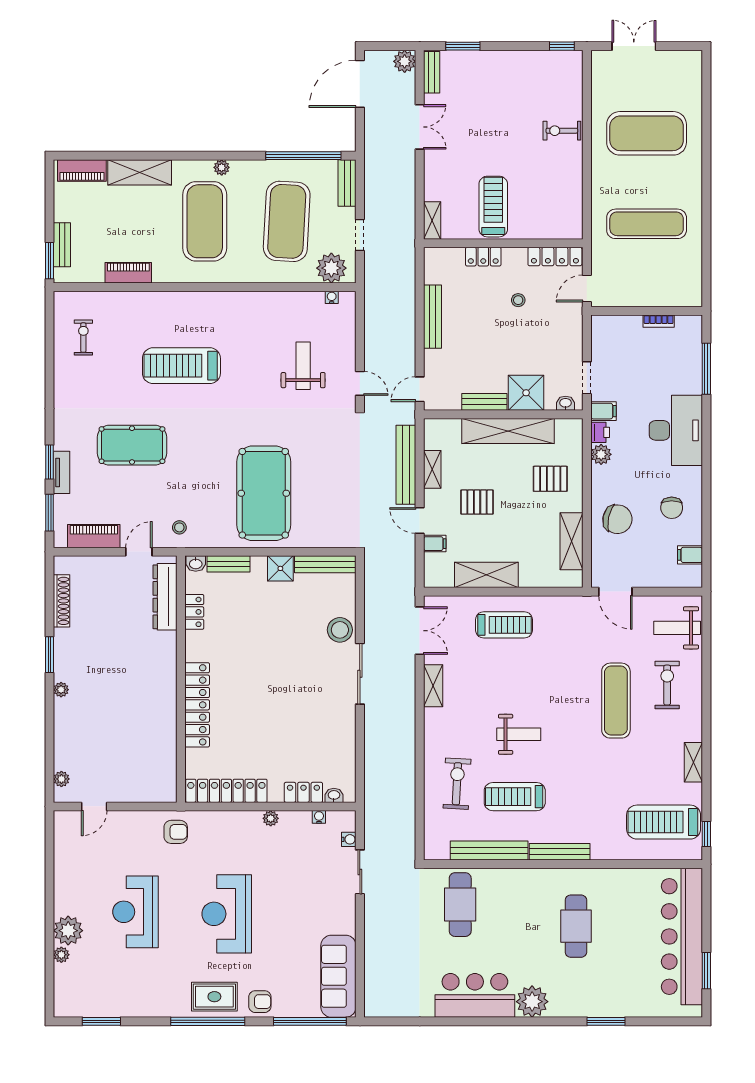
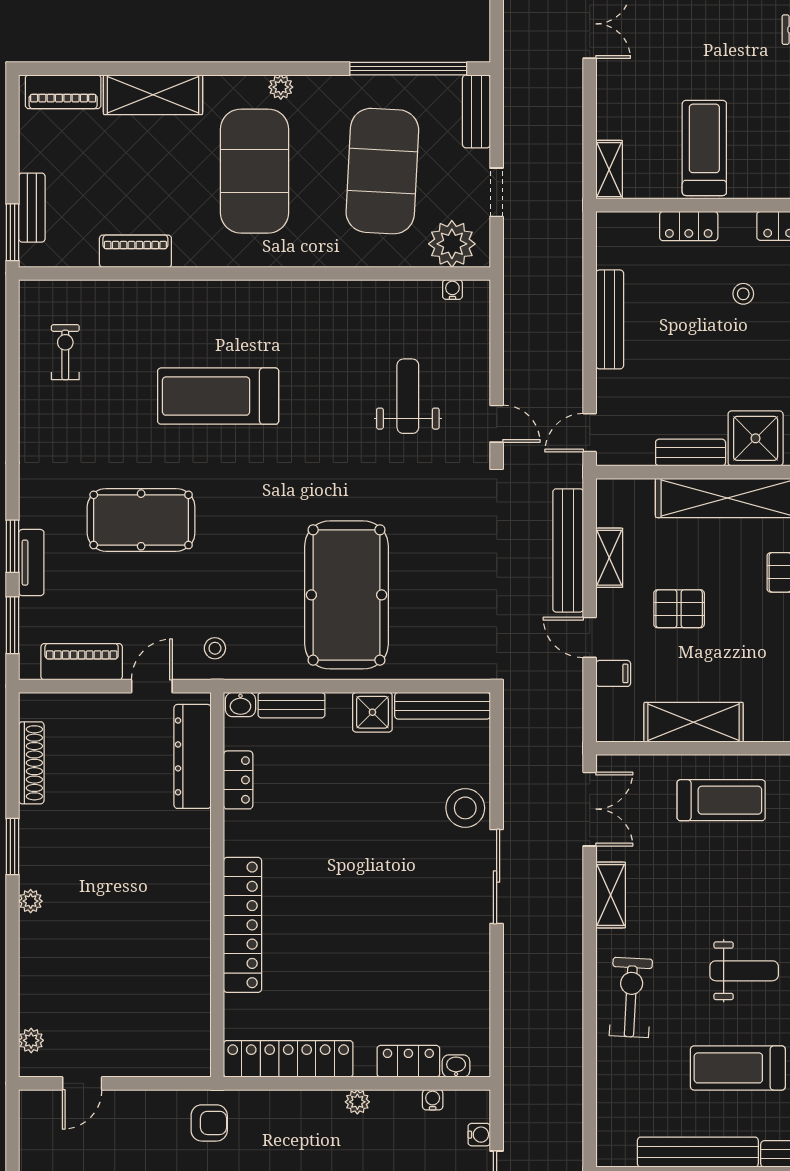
exercise bike: (457, 784) -> (631, 997), moved

